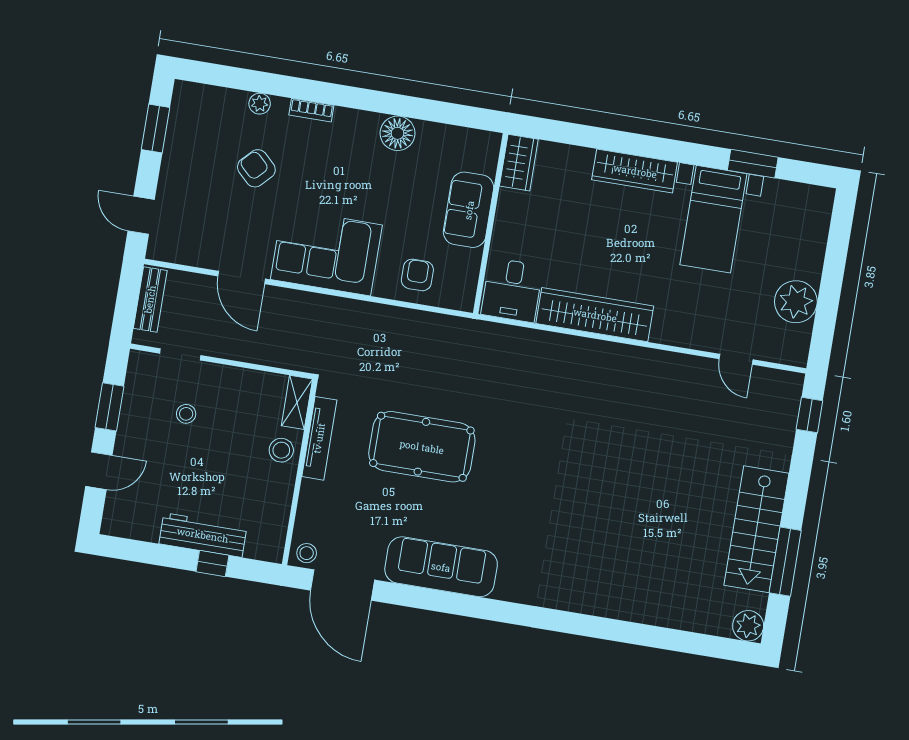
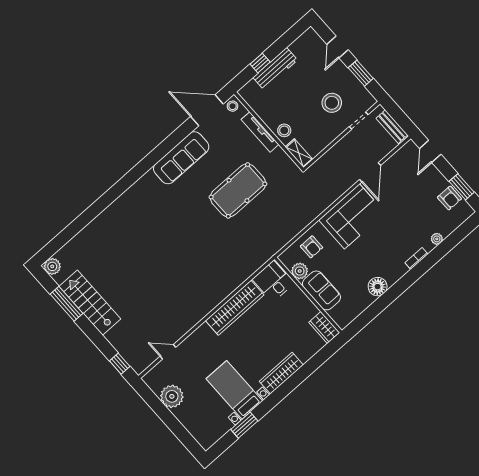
armchair: (256, 168) -> (449, 198), moved, turned 46
door: (141, 215) -> (430, 151), swing flipped
plant: (466, 264) -> (300, 271), added
door: (242, 278) -> (370, 172), swing flipped
stool: (186, 414) -> (332, 103), width x1.89, depth x1.89
tv unit: (319, 438) -> (260, 132), moved

